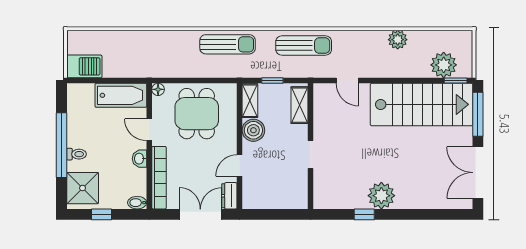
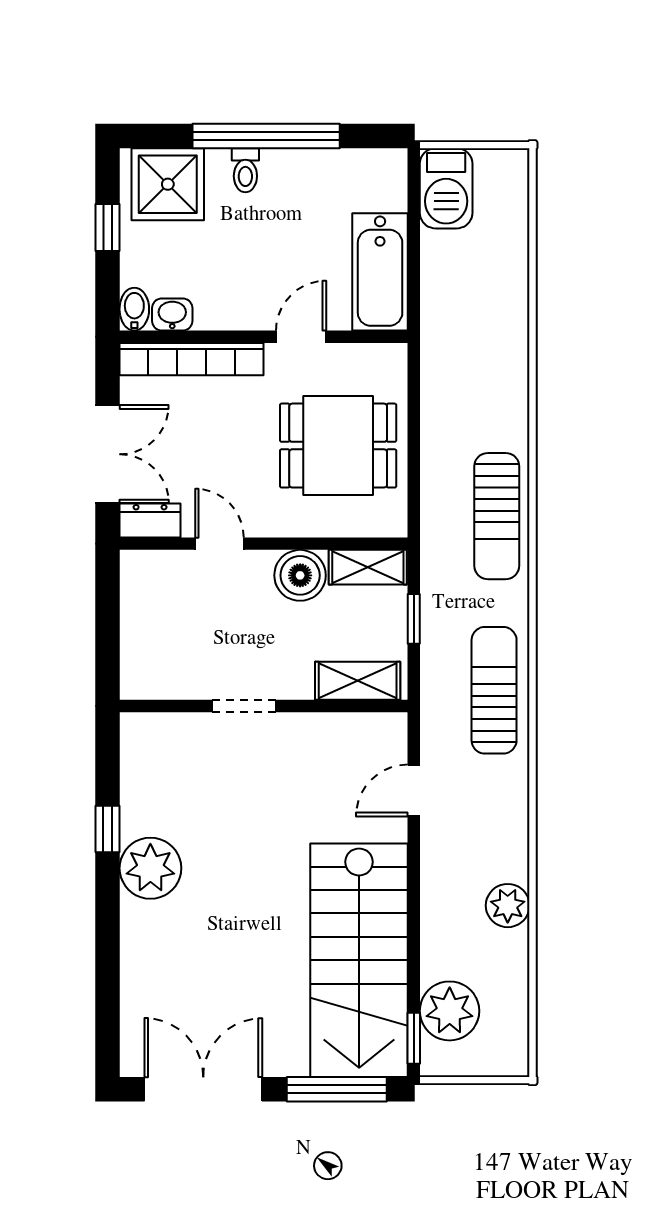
sun lounger: (304, 46) -> (494, 690), turned 180
floor lamp: (158, 89) -> (394, 357), removed
washbasin: (139, 159) -> (172, 315), moved

